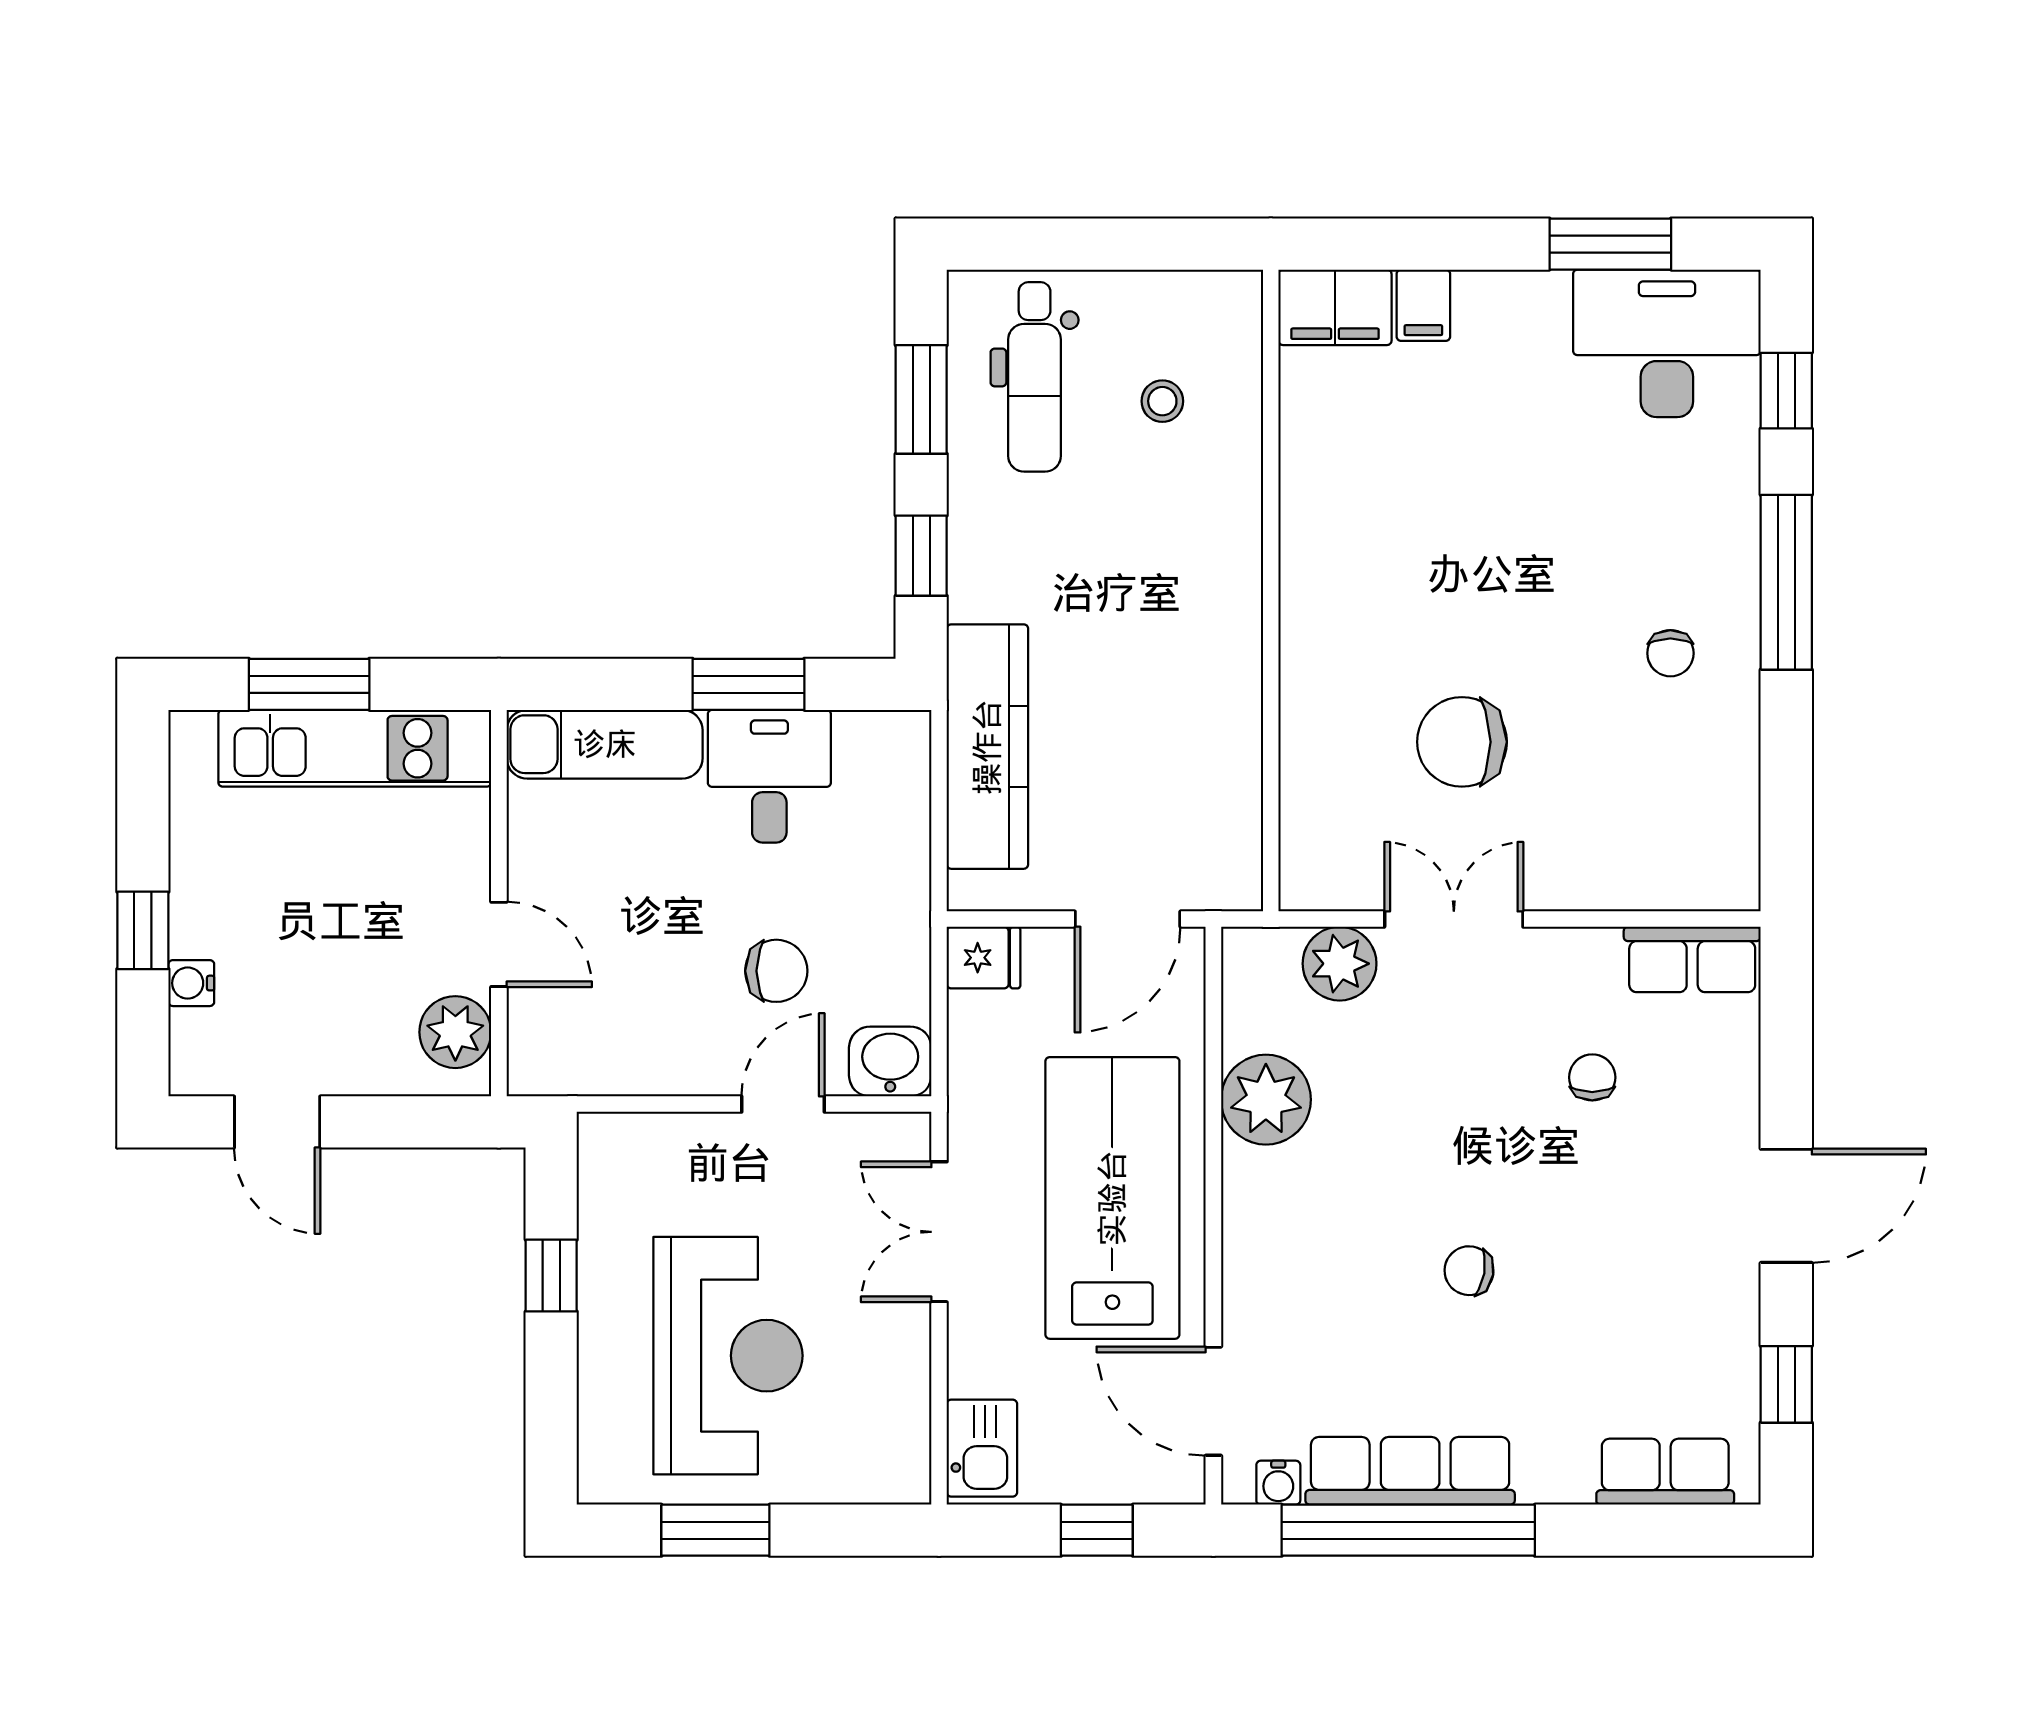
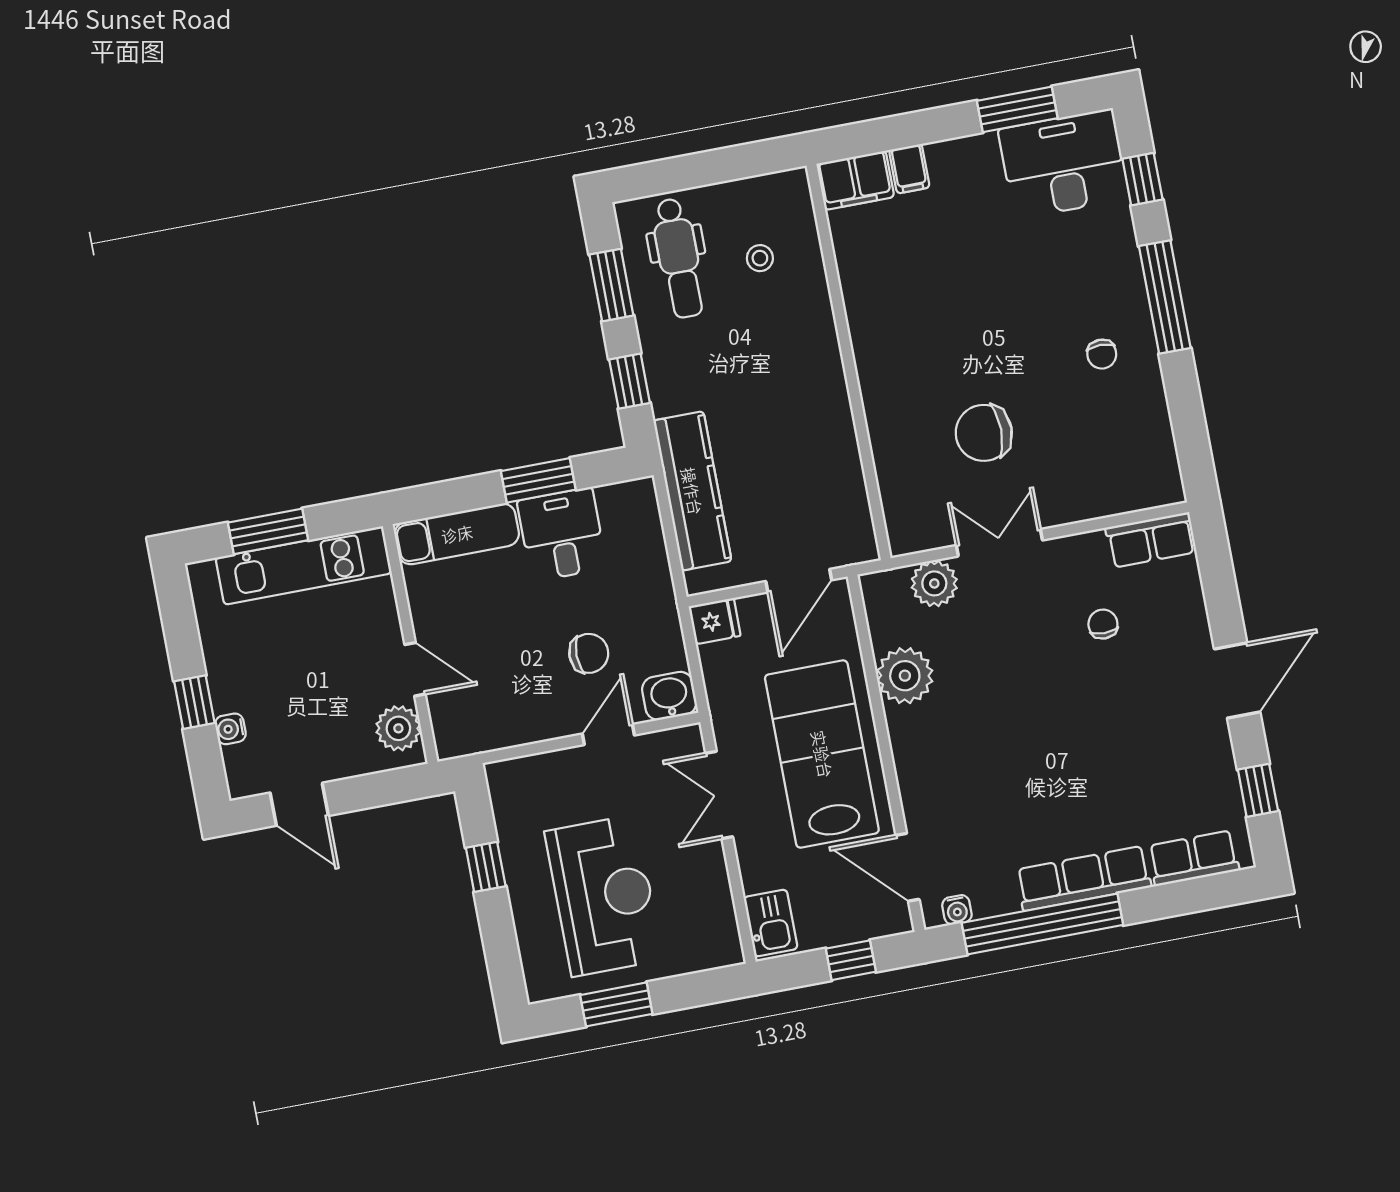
chair: (1469, 1271) -> (1050, 757), removed
row of seats: (1410, 1471) -> (1084, 878), moved

